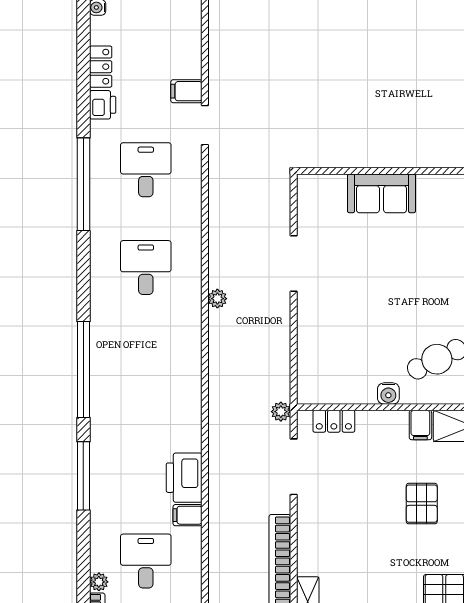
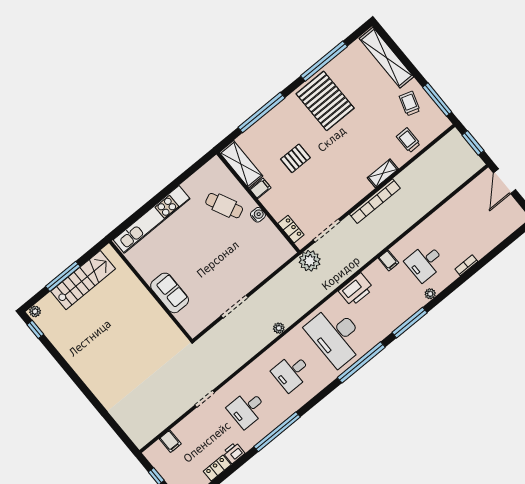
filing cabinet: (186, 91) -> (170, 441), moved
desk: (146, 365) -> (336, 336), added
plant: (281, 412) -> (310, 261), width x1.88, depth x1.88
printer: (184, 478) -> (356, 290), moved
plant: (99, 582) -> (430, 294), moved

